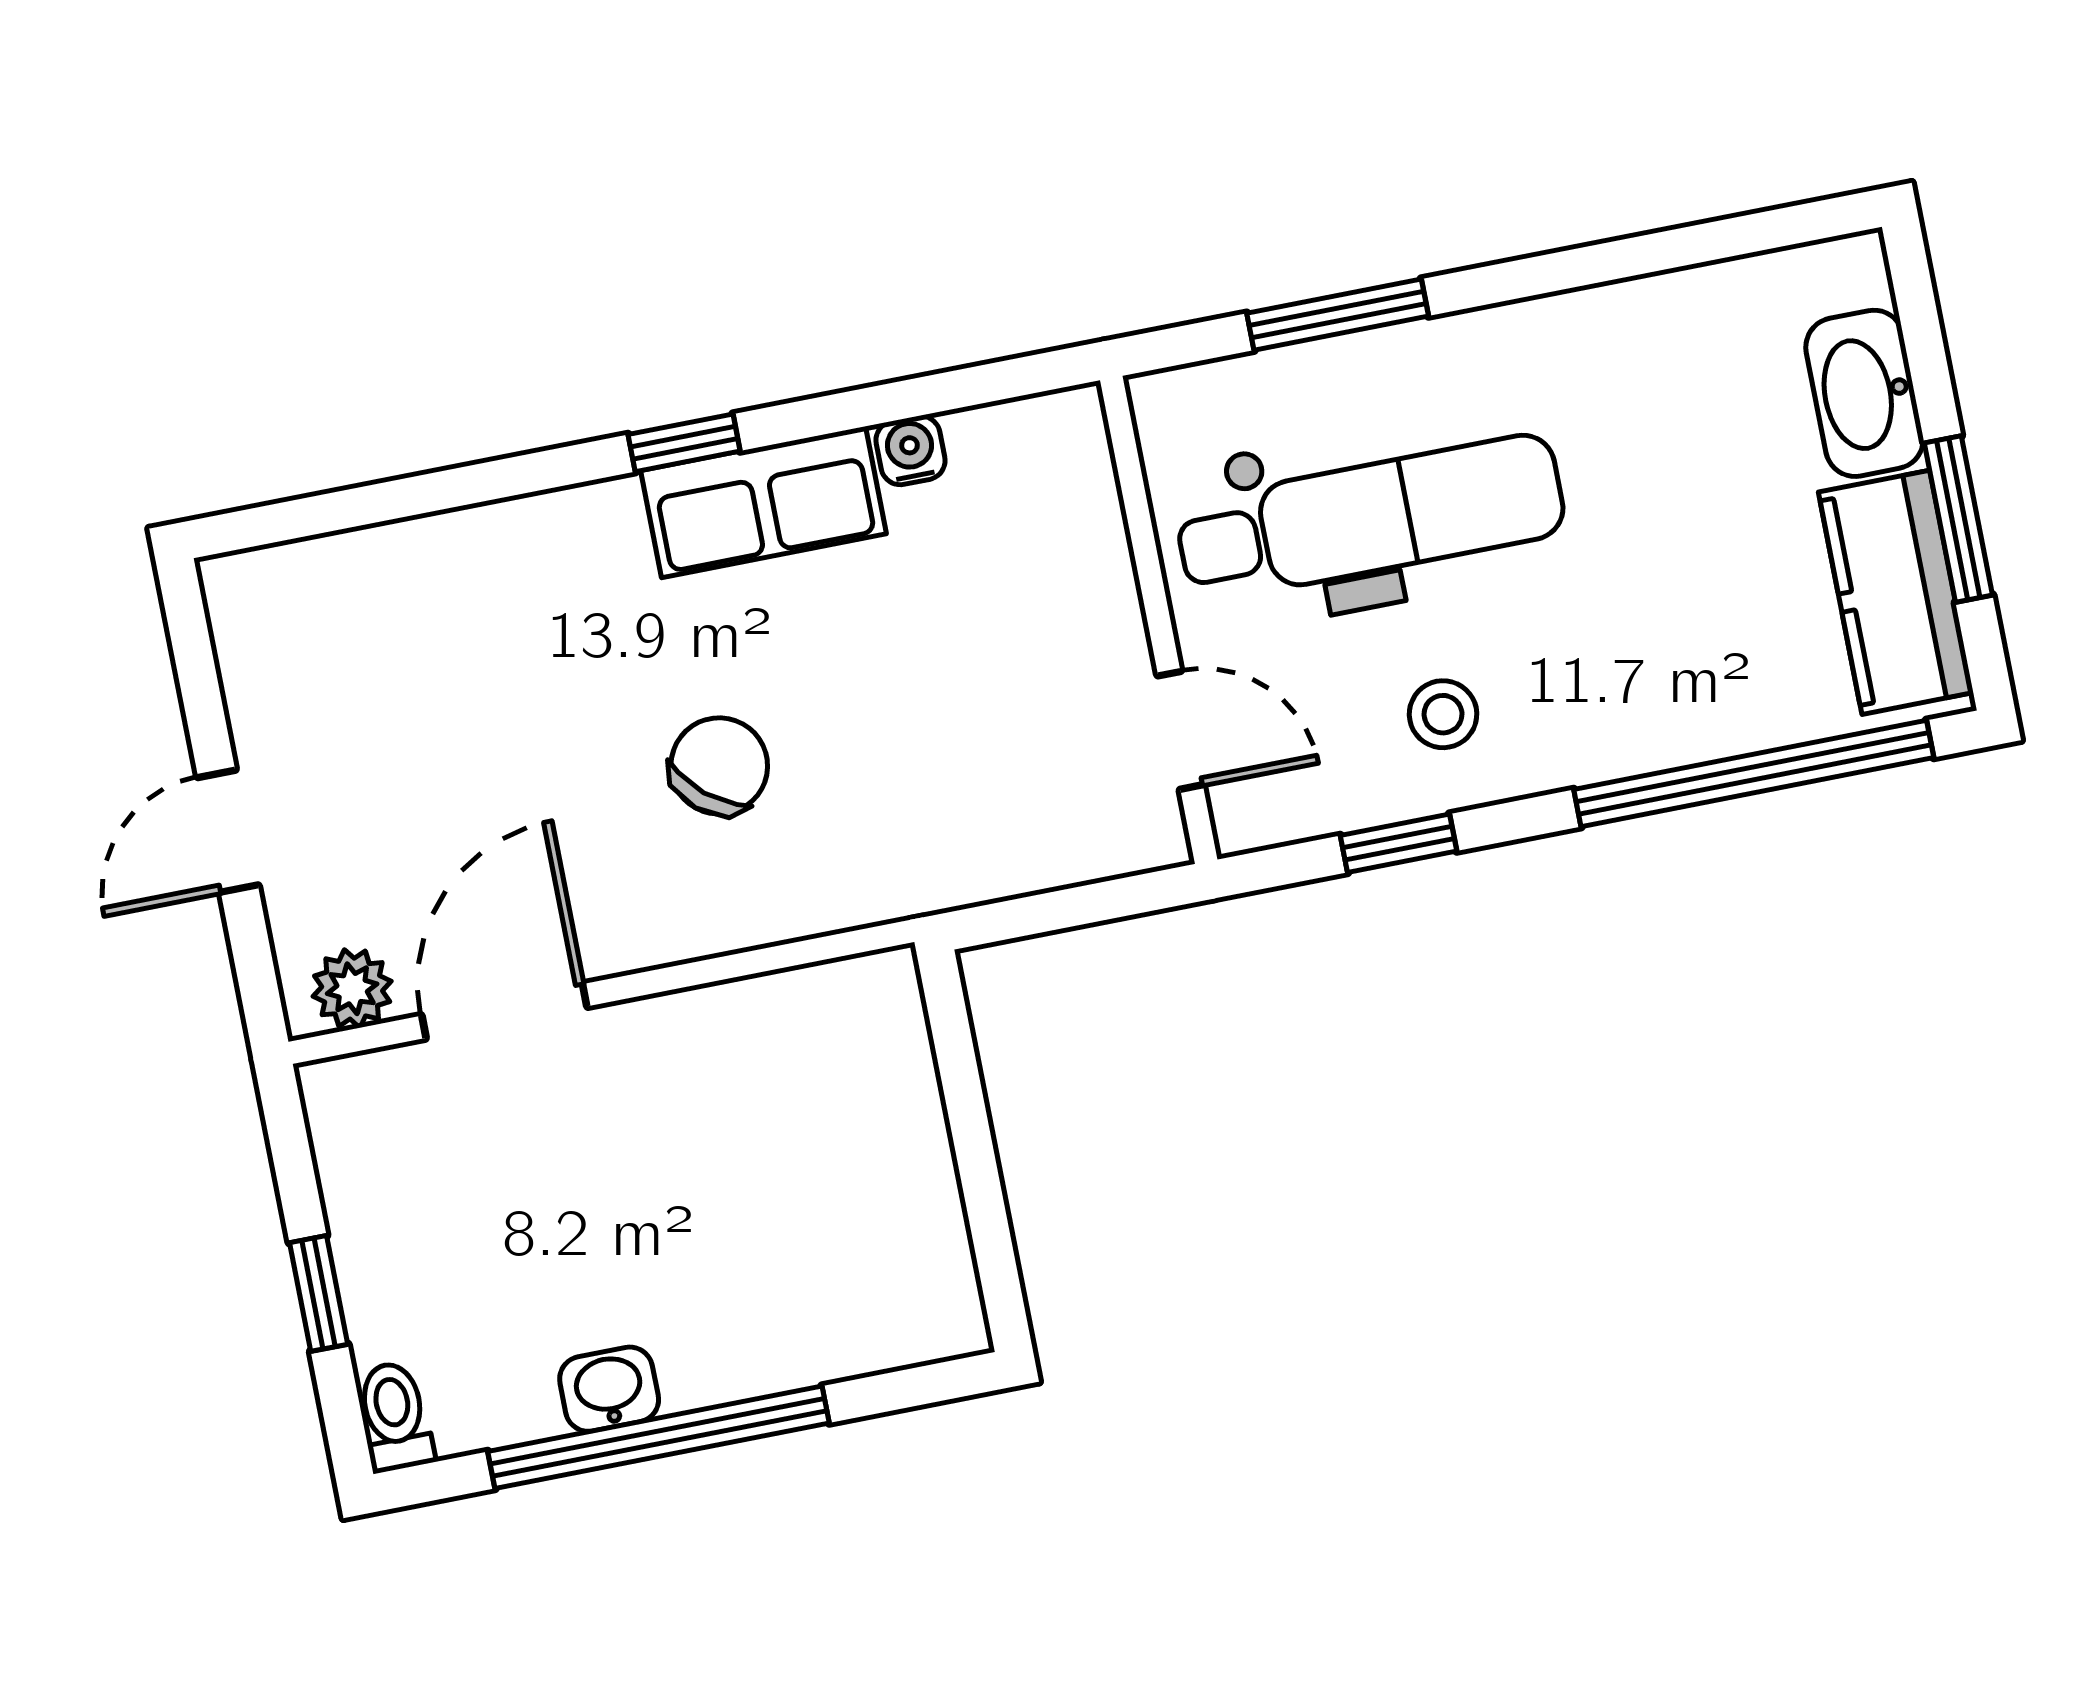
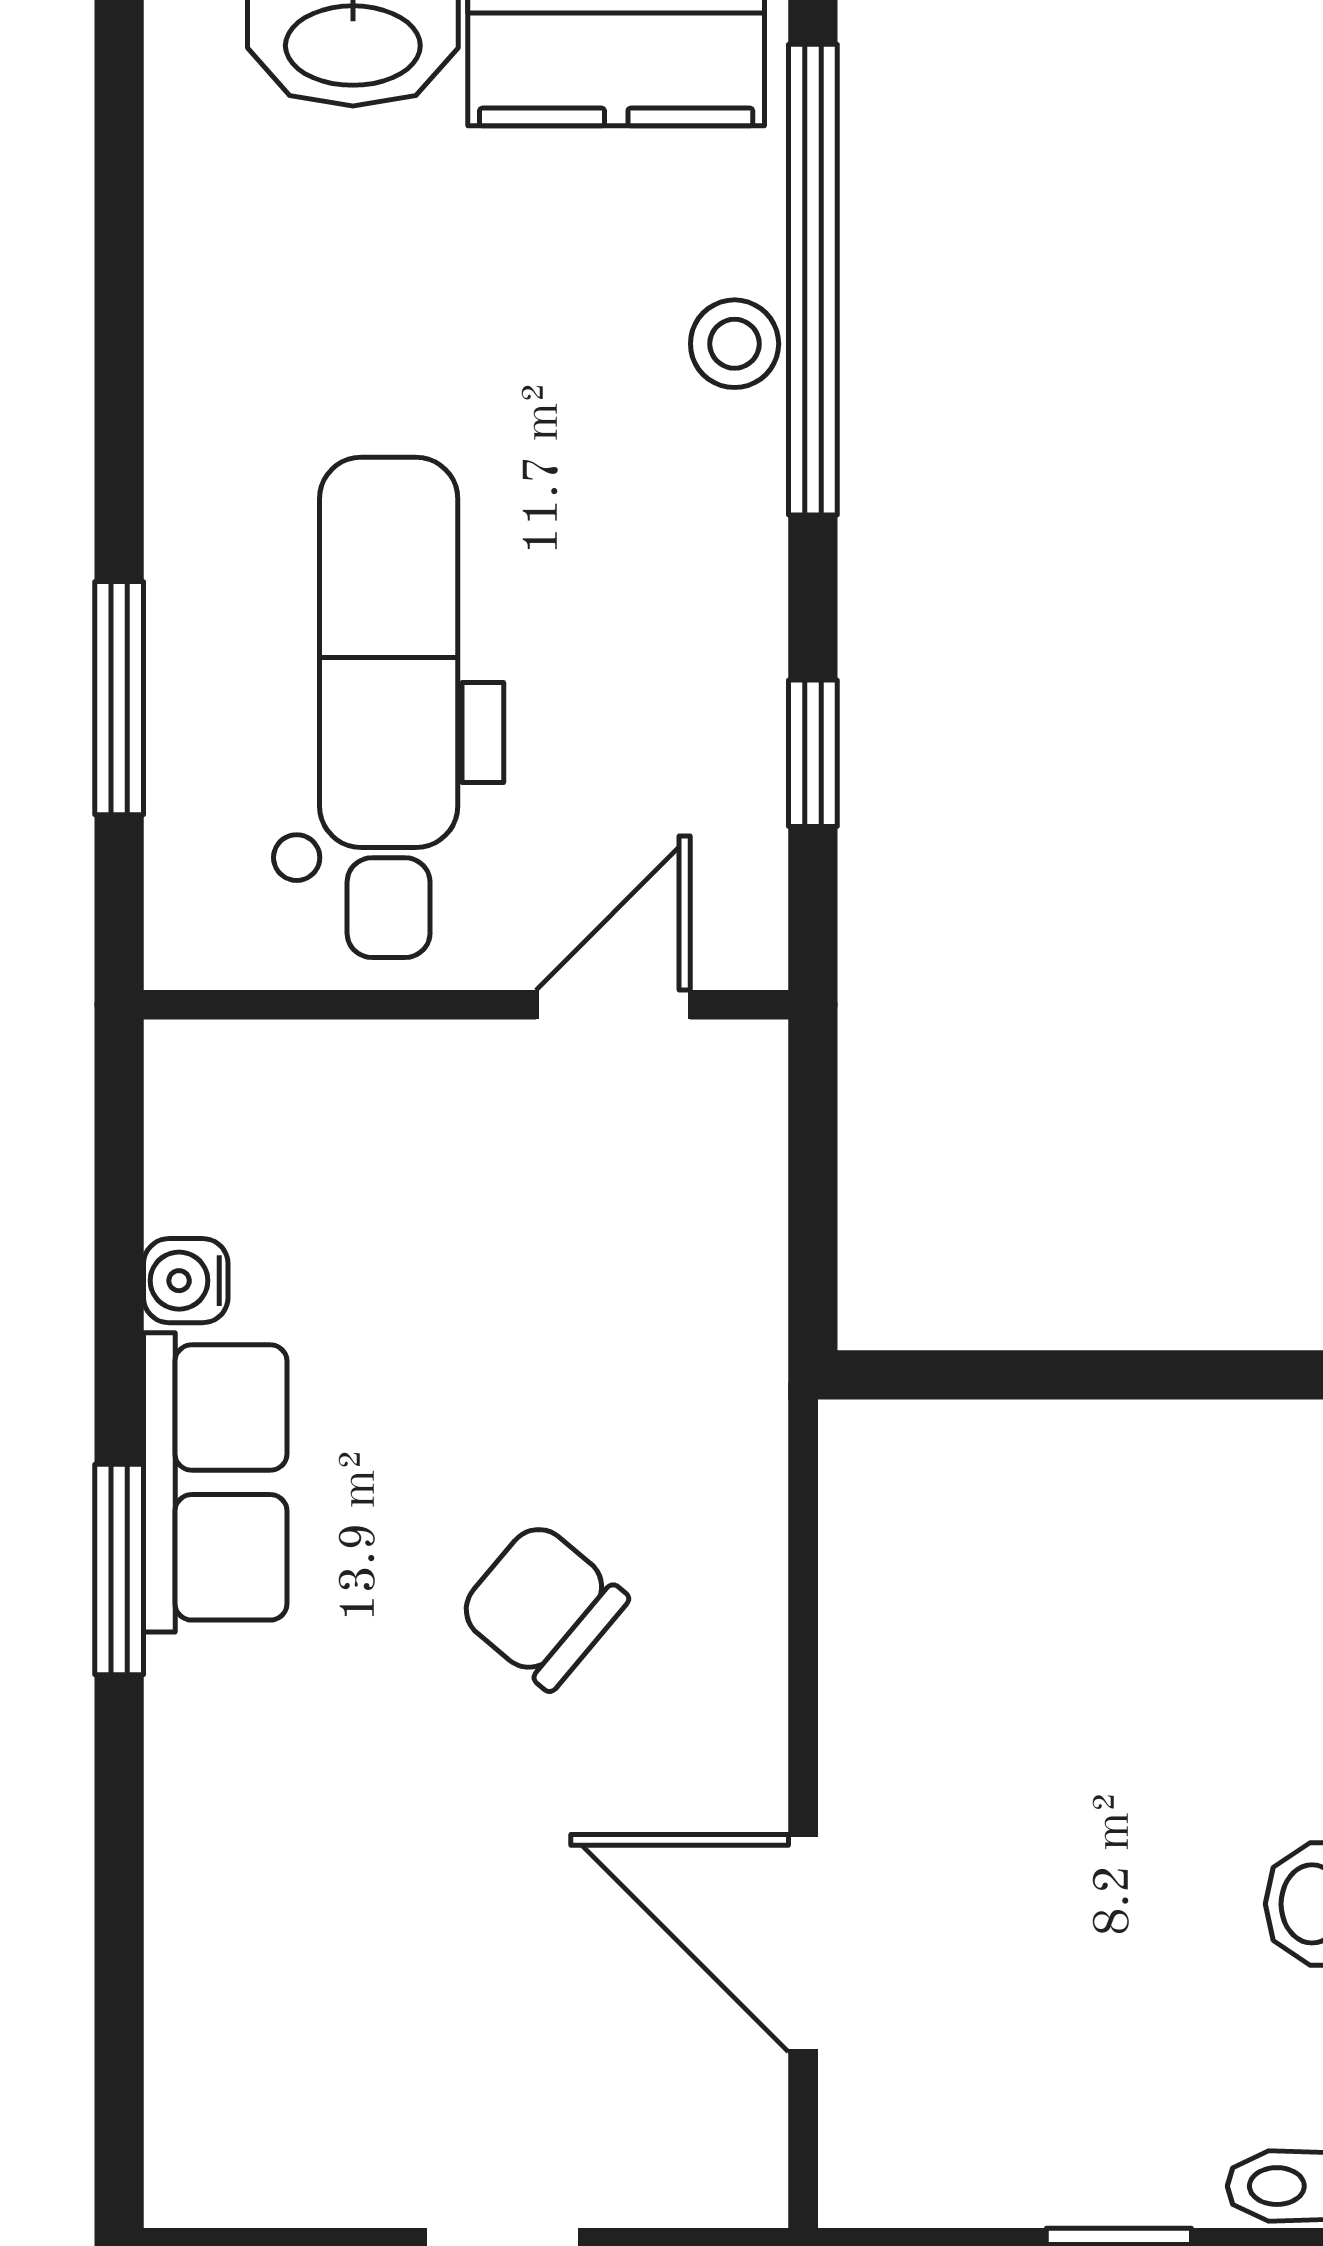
window: (684, 443) -> (119, 1569), width x1.50
stool: (1443, 714) -> (735, 344), moved
plant: (352, 989) -> (736, 2133), removed

